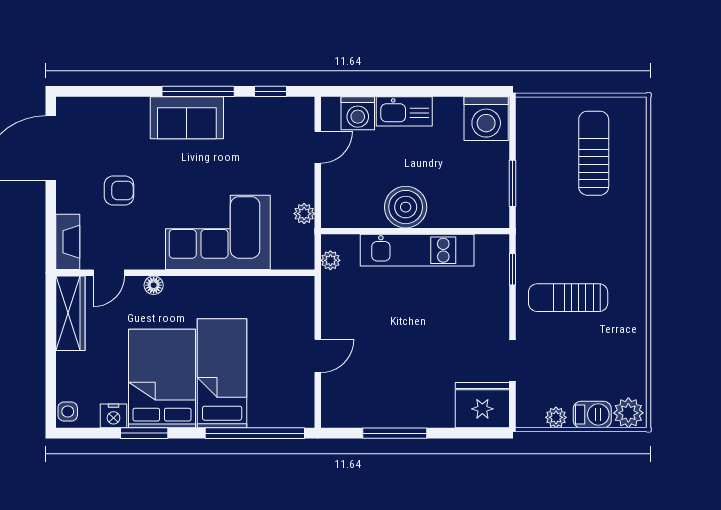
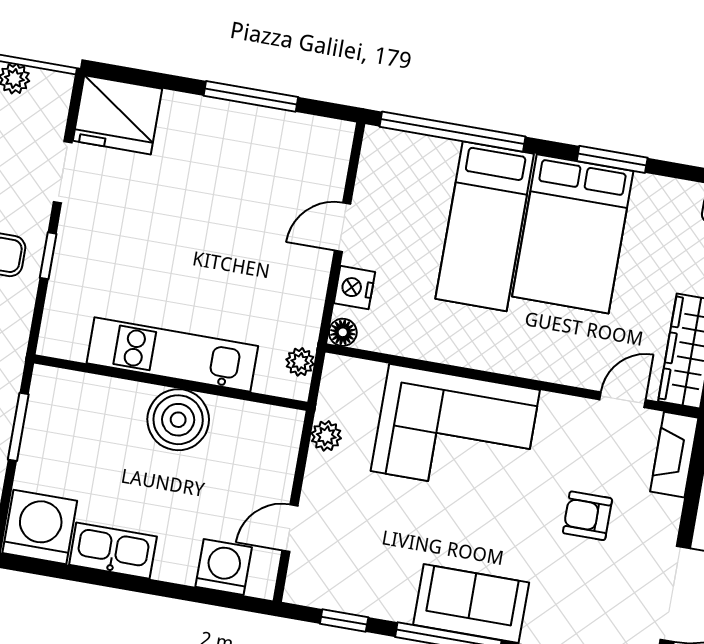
kitchen sink: (404, 111) -> (113, 551), moved
window: (512, 269) -> (48, 256), moved
floor lamp: (154, 285) -> (343, 332), moved
nightstand: (113, 416) -> (354, 288), moved, turned -90

